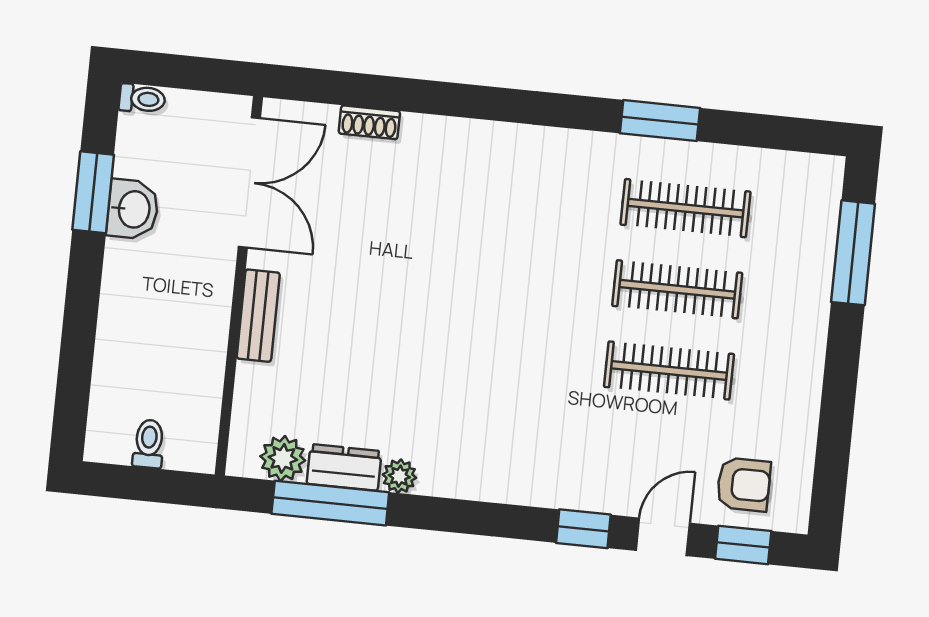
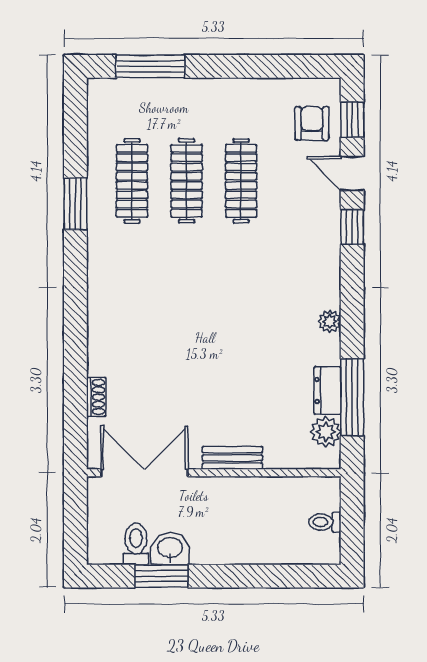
toilet: (142, 99) -> (136, 544), moved, width x1.37, depth x1.39
plant: (399, 476) -> (330, 321), moved

